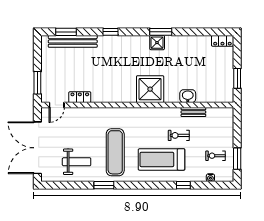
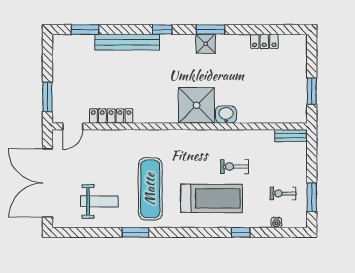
window: (110, 32) -> (162, 30), moved
bench: (73, 41) -> (127, 42), moved
locker: (222, 41) -> (264, 41), moved
washbasin: (188, 96) -> (226, 115), moved
locker: (80, 97) -> (111, 116), width x1.53
bench: (193, 112) -> (291, 136), moved
treadmill: (162, 159) -> (212, 198), turned 180

